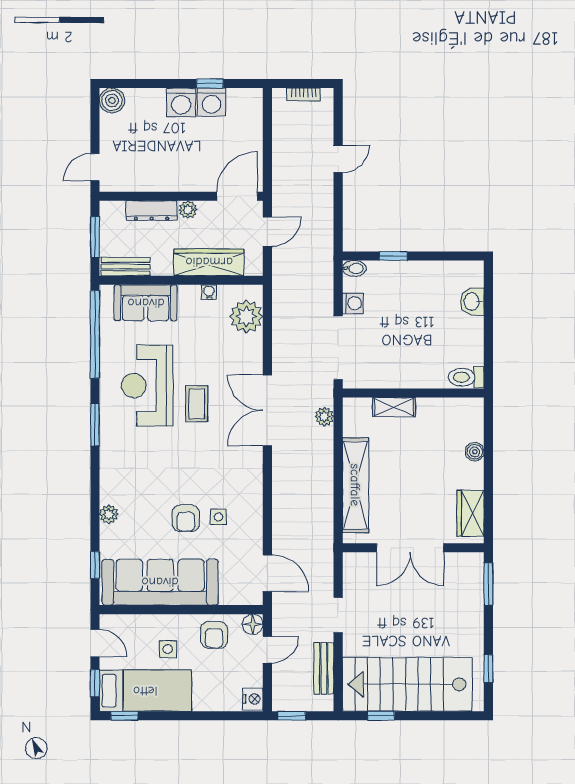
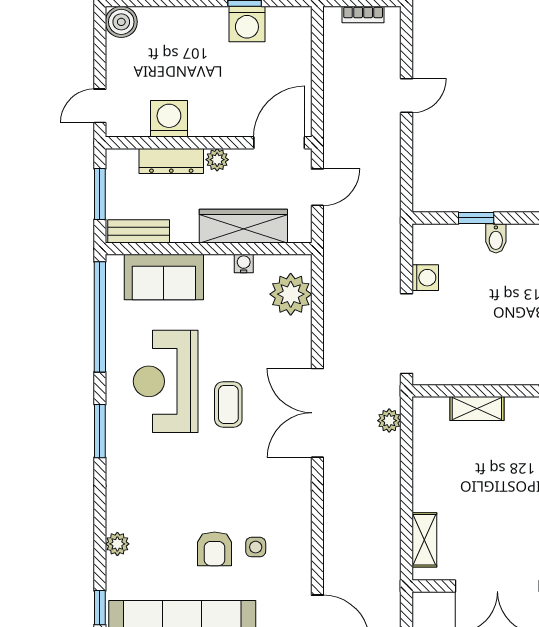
washing machine: (181, 102) -> (169, 119), moved, turned 180
bidet: (354, 268) -> (496, 238), moved, turned 90
shelving: (355, 485) -> (424, 540), width x0.45, depth x0.75

